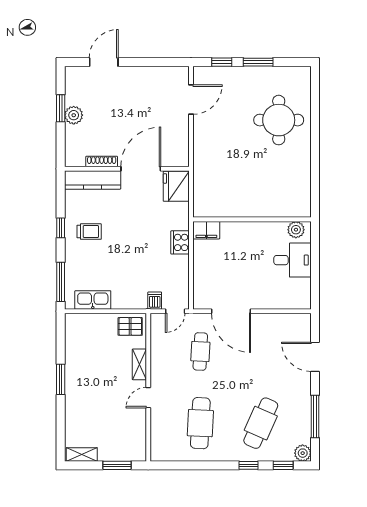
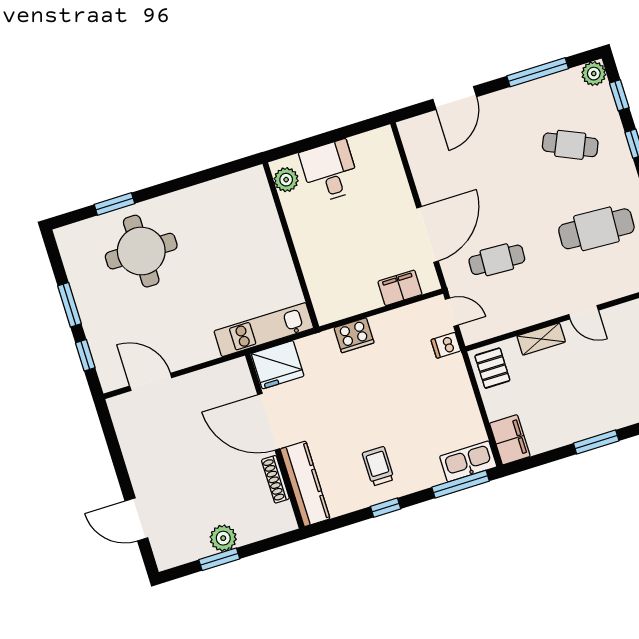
window: (315, 112) -> (114, 204), added
kitchen unit: (202, 184) -> (264, 330), added
filing cabinet: (206, 230) -> (400, 288), moved, turned -90
kitchen sink: (93, 300) -> (468, 461), moved, turned 90
filing cabinet: (80, 323) -> (510, 440), added
cafe table: (261, 423) -> (570, 145), width x0.73, depth x0.74

